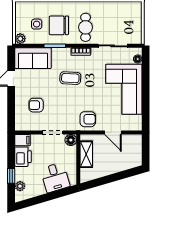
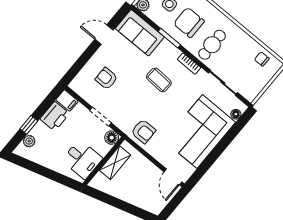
chair: (125, 10) -> (262, 59), added
door: (113, 132) -> (173, 177), moved
desk: (55, 177) -> (82, 159), moved, turned -74

